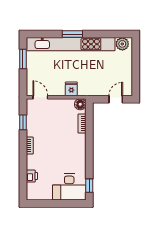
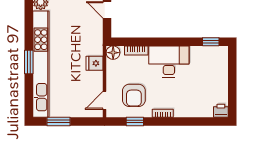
armchair: (45, 122) -> (134, 95), added
printer: (32, 176) -> (221, 111), moved
desk: (69, 187) -> (169, 62), moved, turned -90

